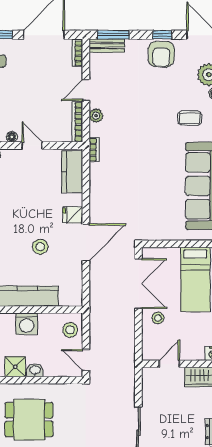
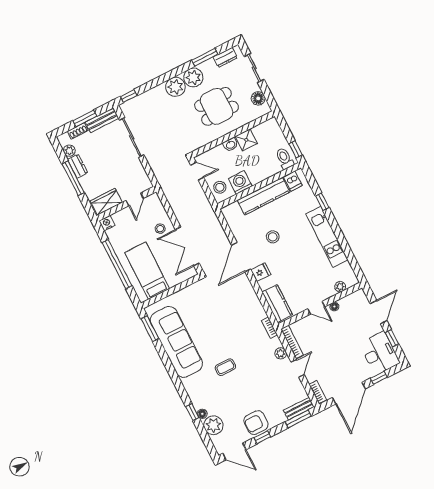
armchair: (161, 54) -> (256, 423), turned -90
coffee table: (190, 118) -> (225, 367), moved
washing machine: (27, 324) -> (240, 182), moved

